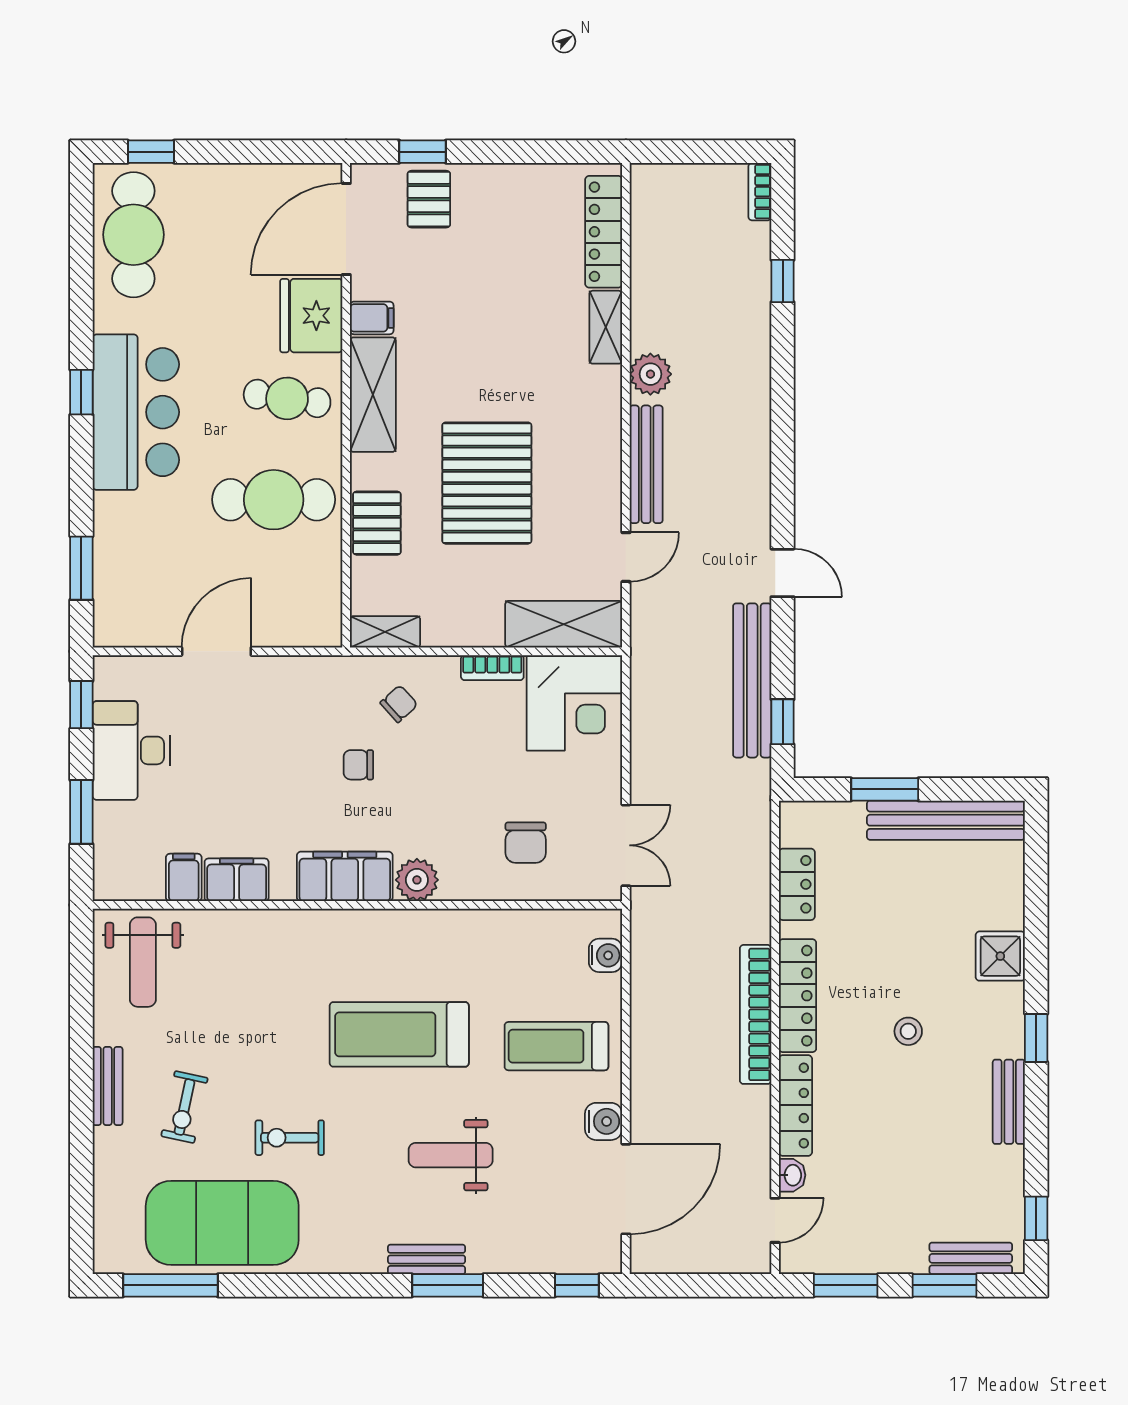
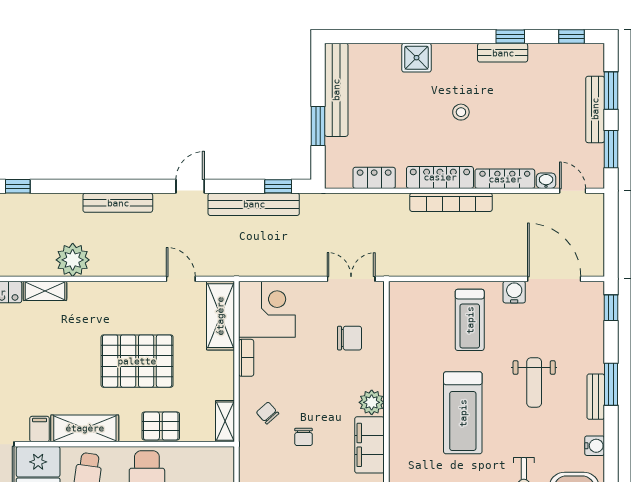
plant: (650, 374) -> (73, 260), width x1.36, depth x1.36
bench: (646, 464) -> (118, 203), moved
water cooler: (606, 955) -> (595, 446), moved, turned 90
window: (1036, 1038) -> (510, 37), moved
bench: (971, 1258) -> (595, 109), moved, width x1.36

